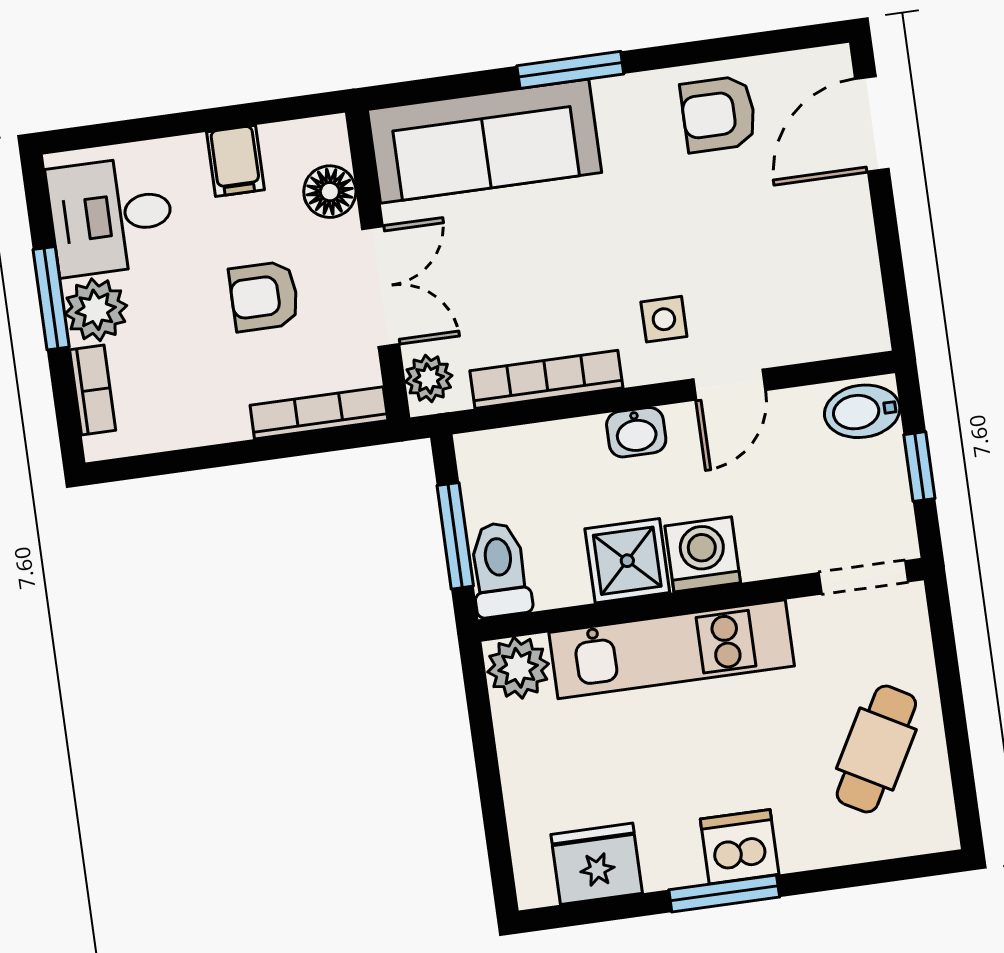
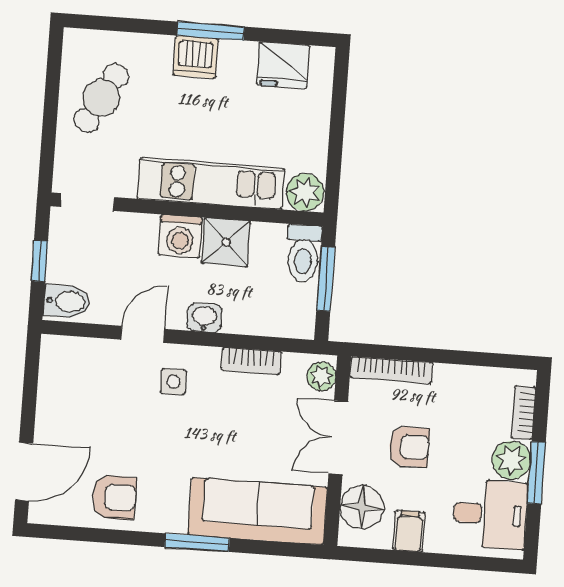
floor lamp: (330, 192) -> (362, 507), width x1.38, depth x1.38
bookcase: (546, 379) -> (251, 361), width x0.64

